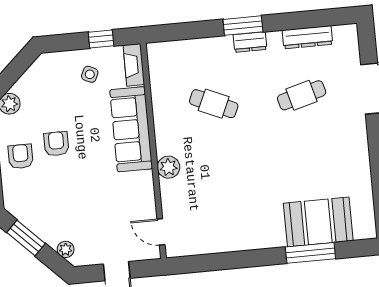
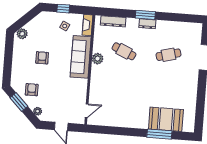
dresser: (307, 37) -> (113, 21), moved
window: (101, 39) -> (63, 9), moved
armchair: (21, 156) -> (32, 90), moved
plant: (168, 167) -> (98, 59), moved
door: (161, 232) -> (87, 111), swing flipped

